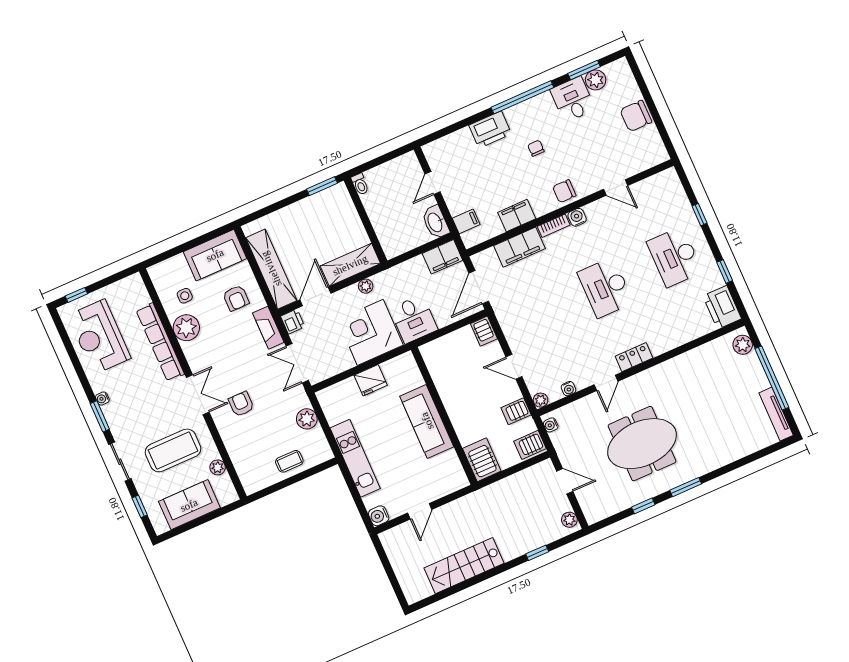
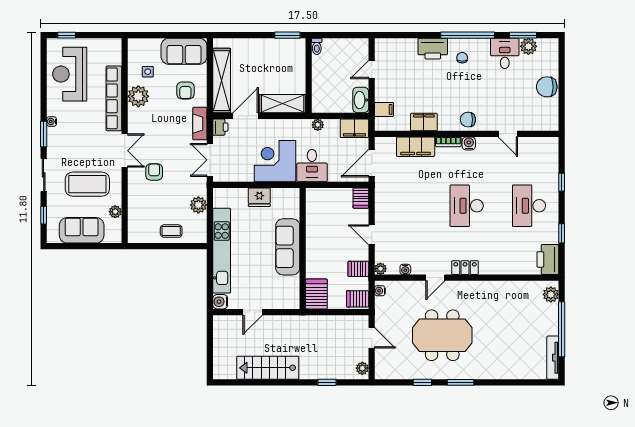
chair: (536, 148) -> (462, 58), moved
plant: (366, 286) -> (318, 125), moved
kitchen unit: (355, 458) -> (222, 251), width x1.36

